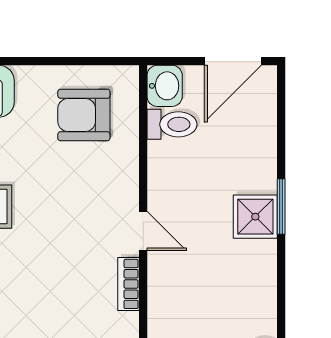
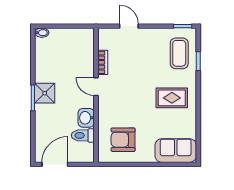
washbasin: (165, 86) -> (86, 118), moved
armchair: (84, 115) -> (123, 140), turned 180

